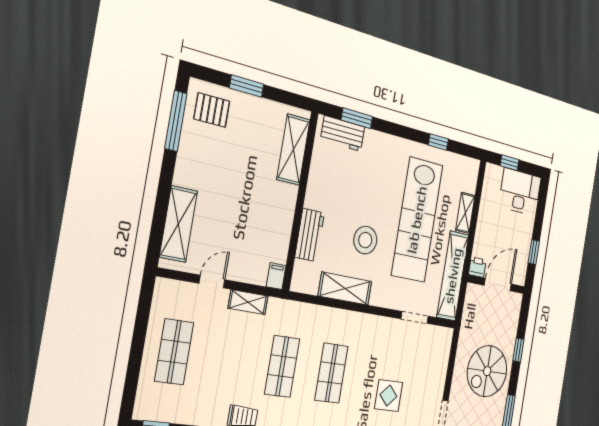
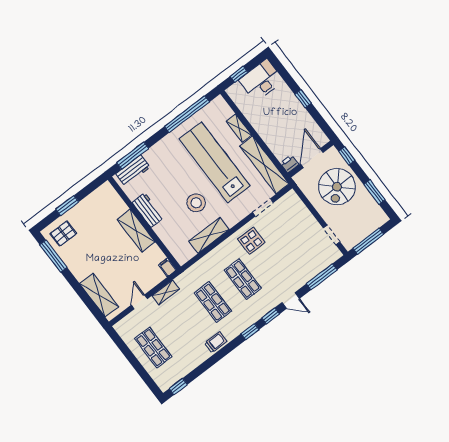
window: (357, 118) -> (133, 156), width x1.44
window: (438, 142) -> (187, 114), width x3.17
shelving: (293, 150) -> (136, 231), moved
lab bench: (417, 220) -> (215, 162), turned 180
workbench: (310, 235) -> (148, 210), moved
printer: (477, 267) -> (289, 164), moved
wall: (496, 284) -> (311, 159), moved
door: (498, 285) -> (312, 158), moved
display table: (389, 396) -> (251, 241), moved

